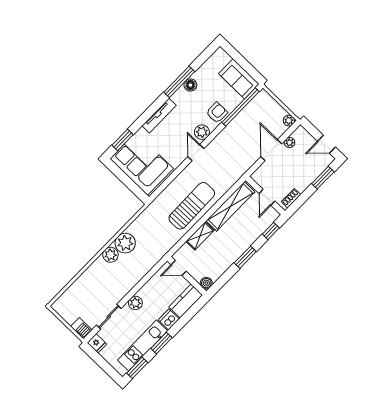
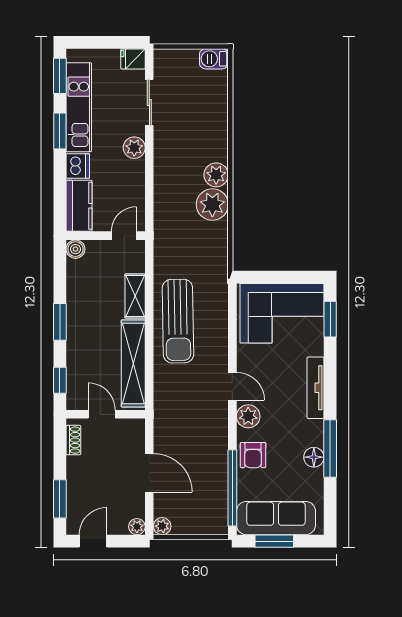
window: (245, 65) -> (274, 541), added
sofa: (239, 79) -> (276, 518), width x1.36
plant: (290, 143) -> (137, 527), moved
barbecue: (81, 328) -> (214, 59), moved

